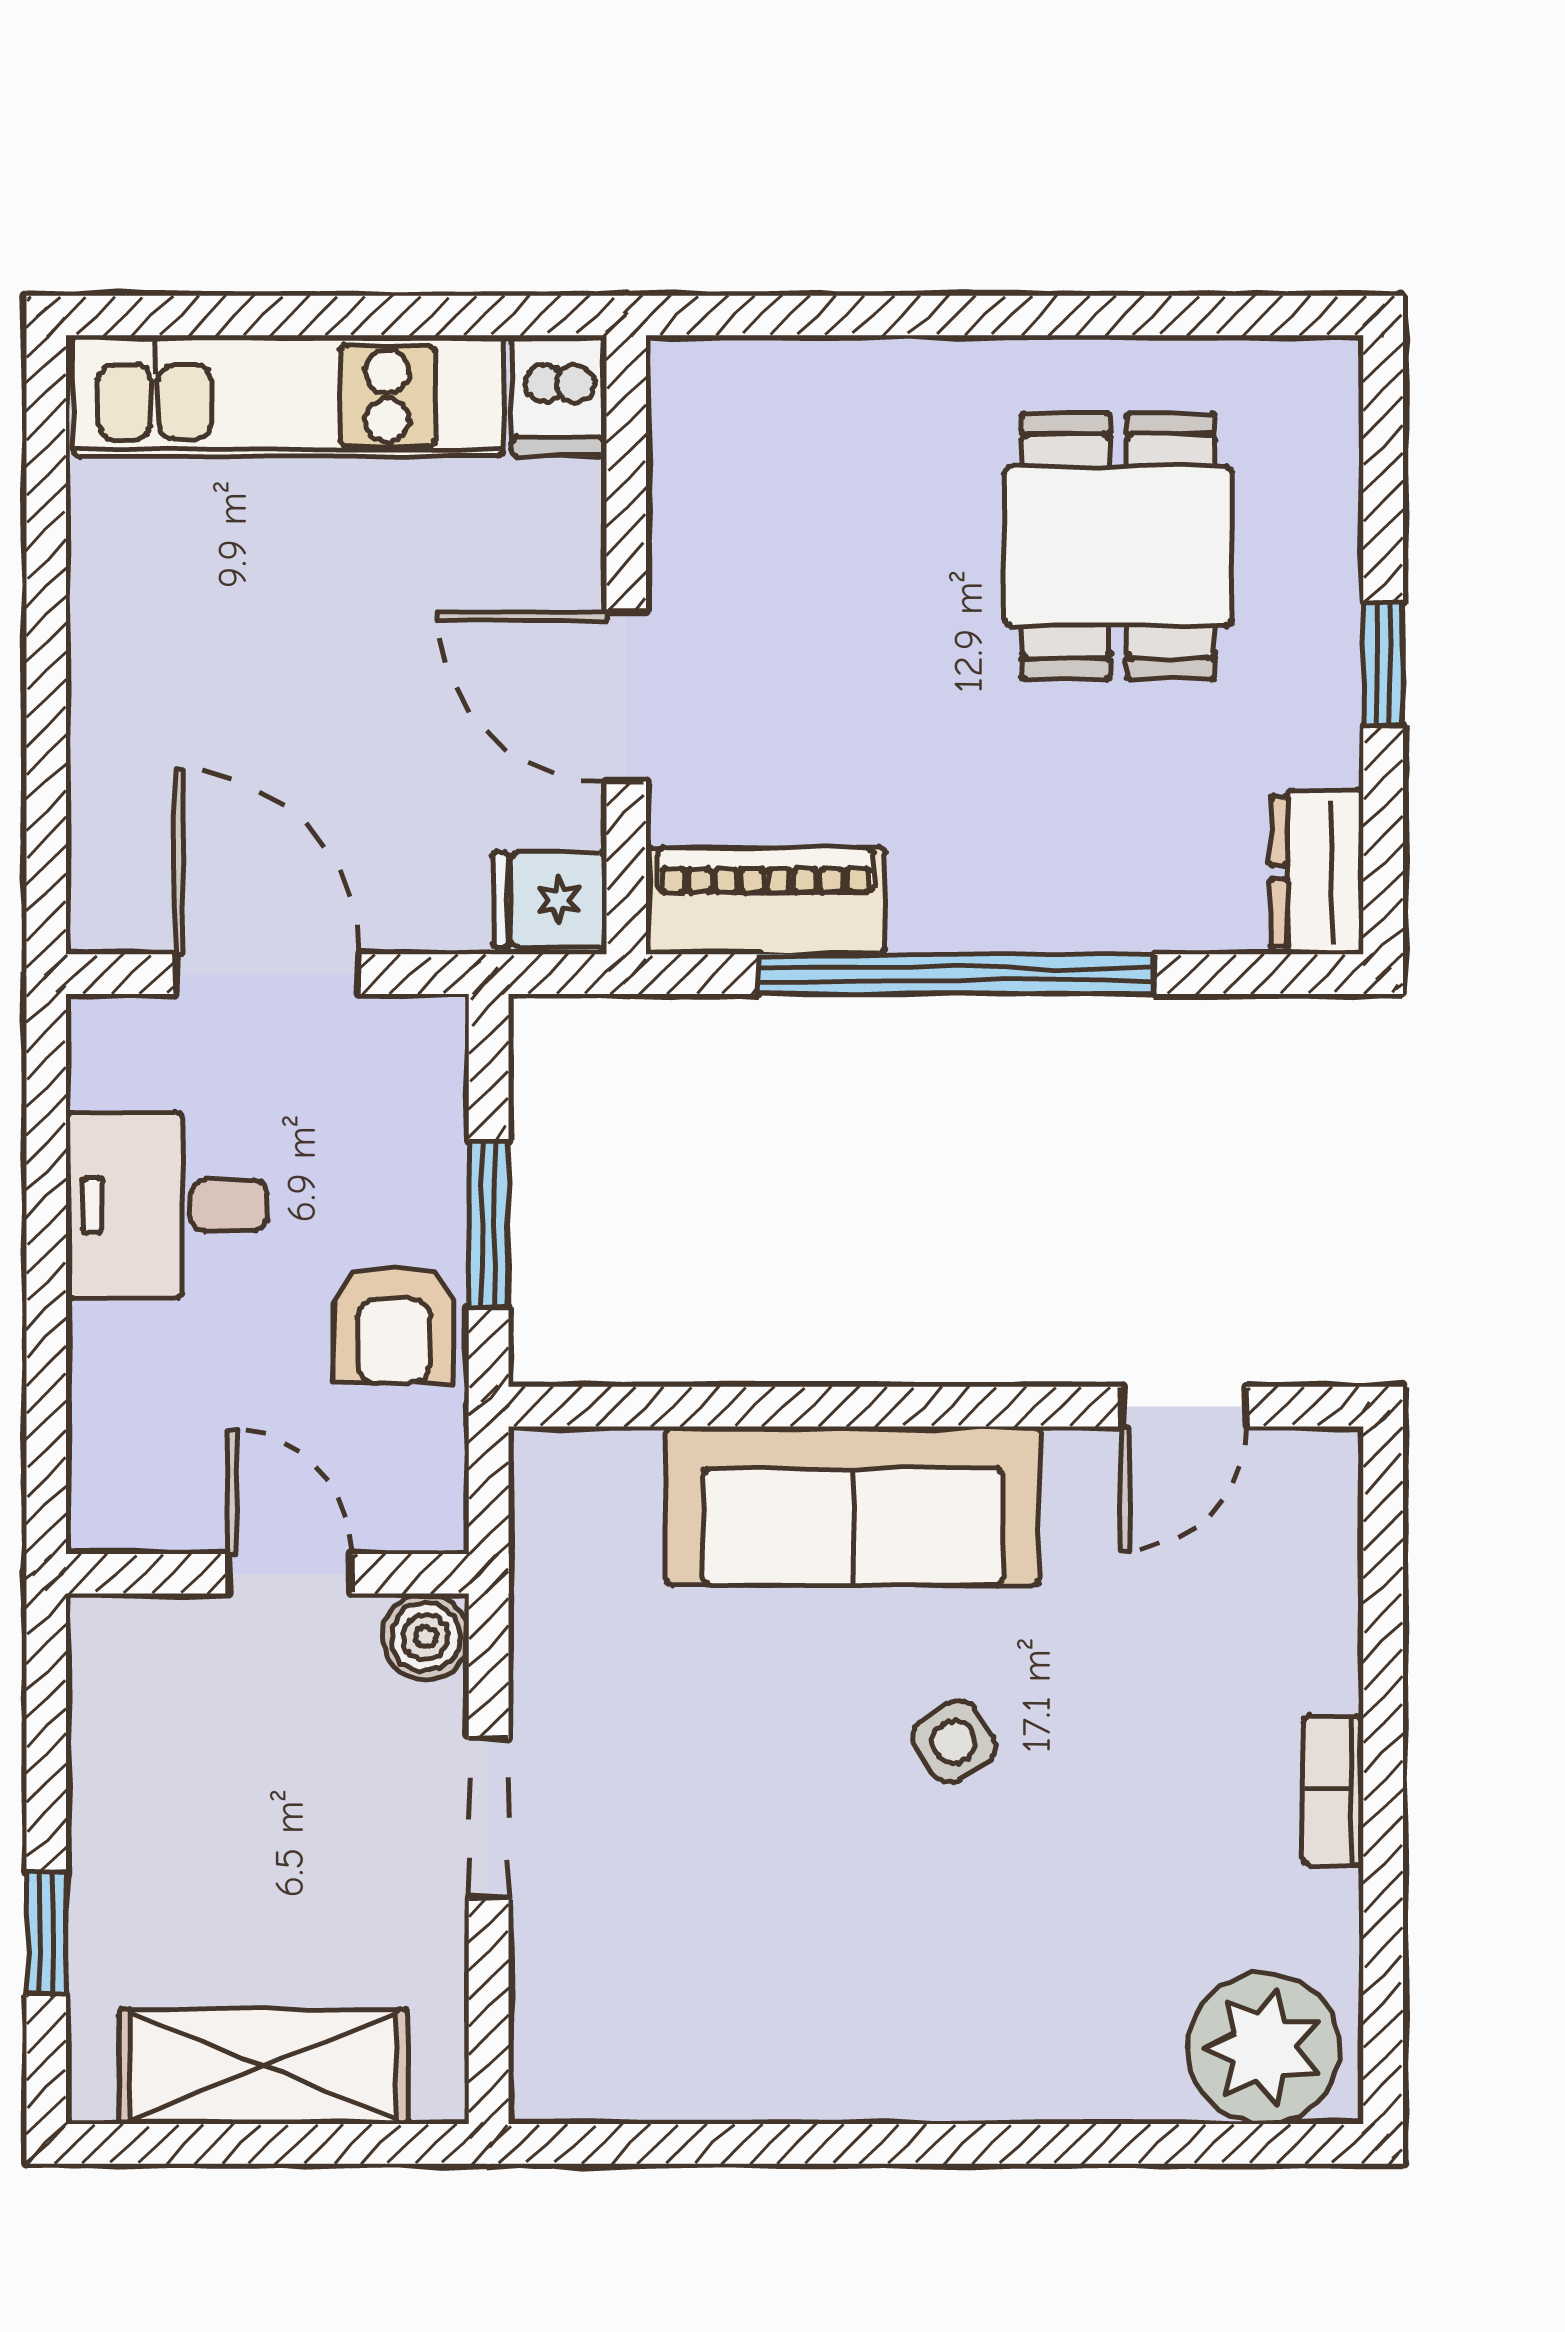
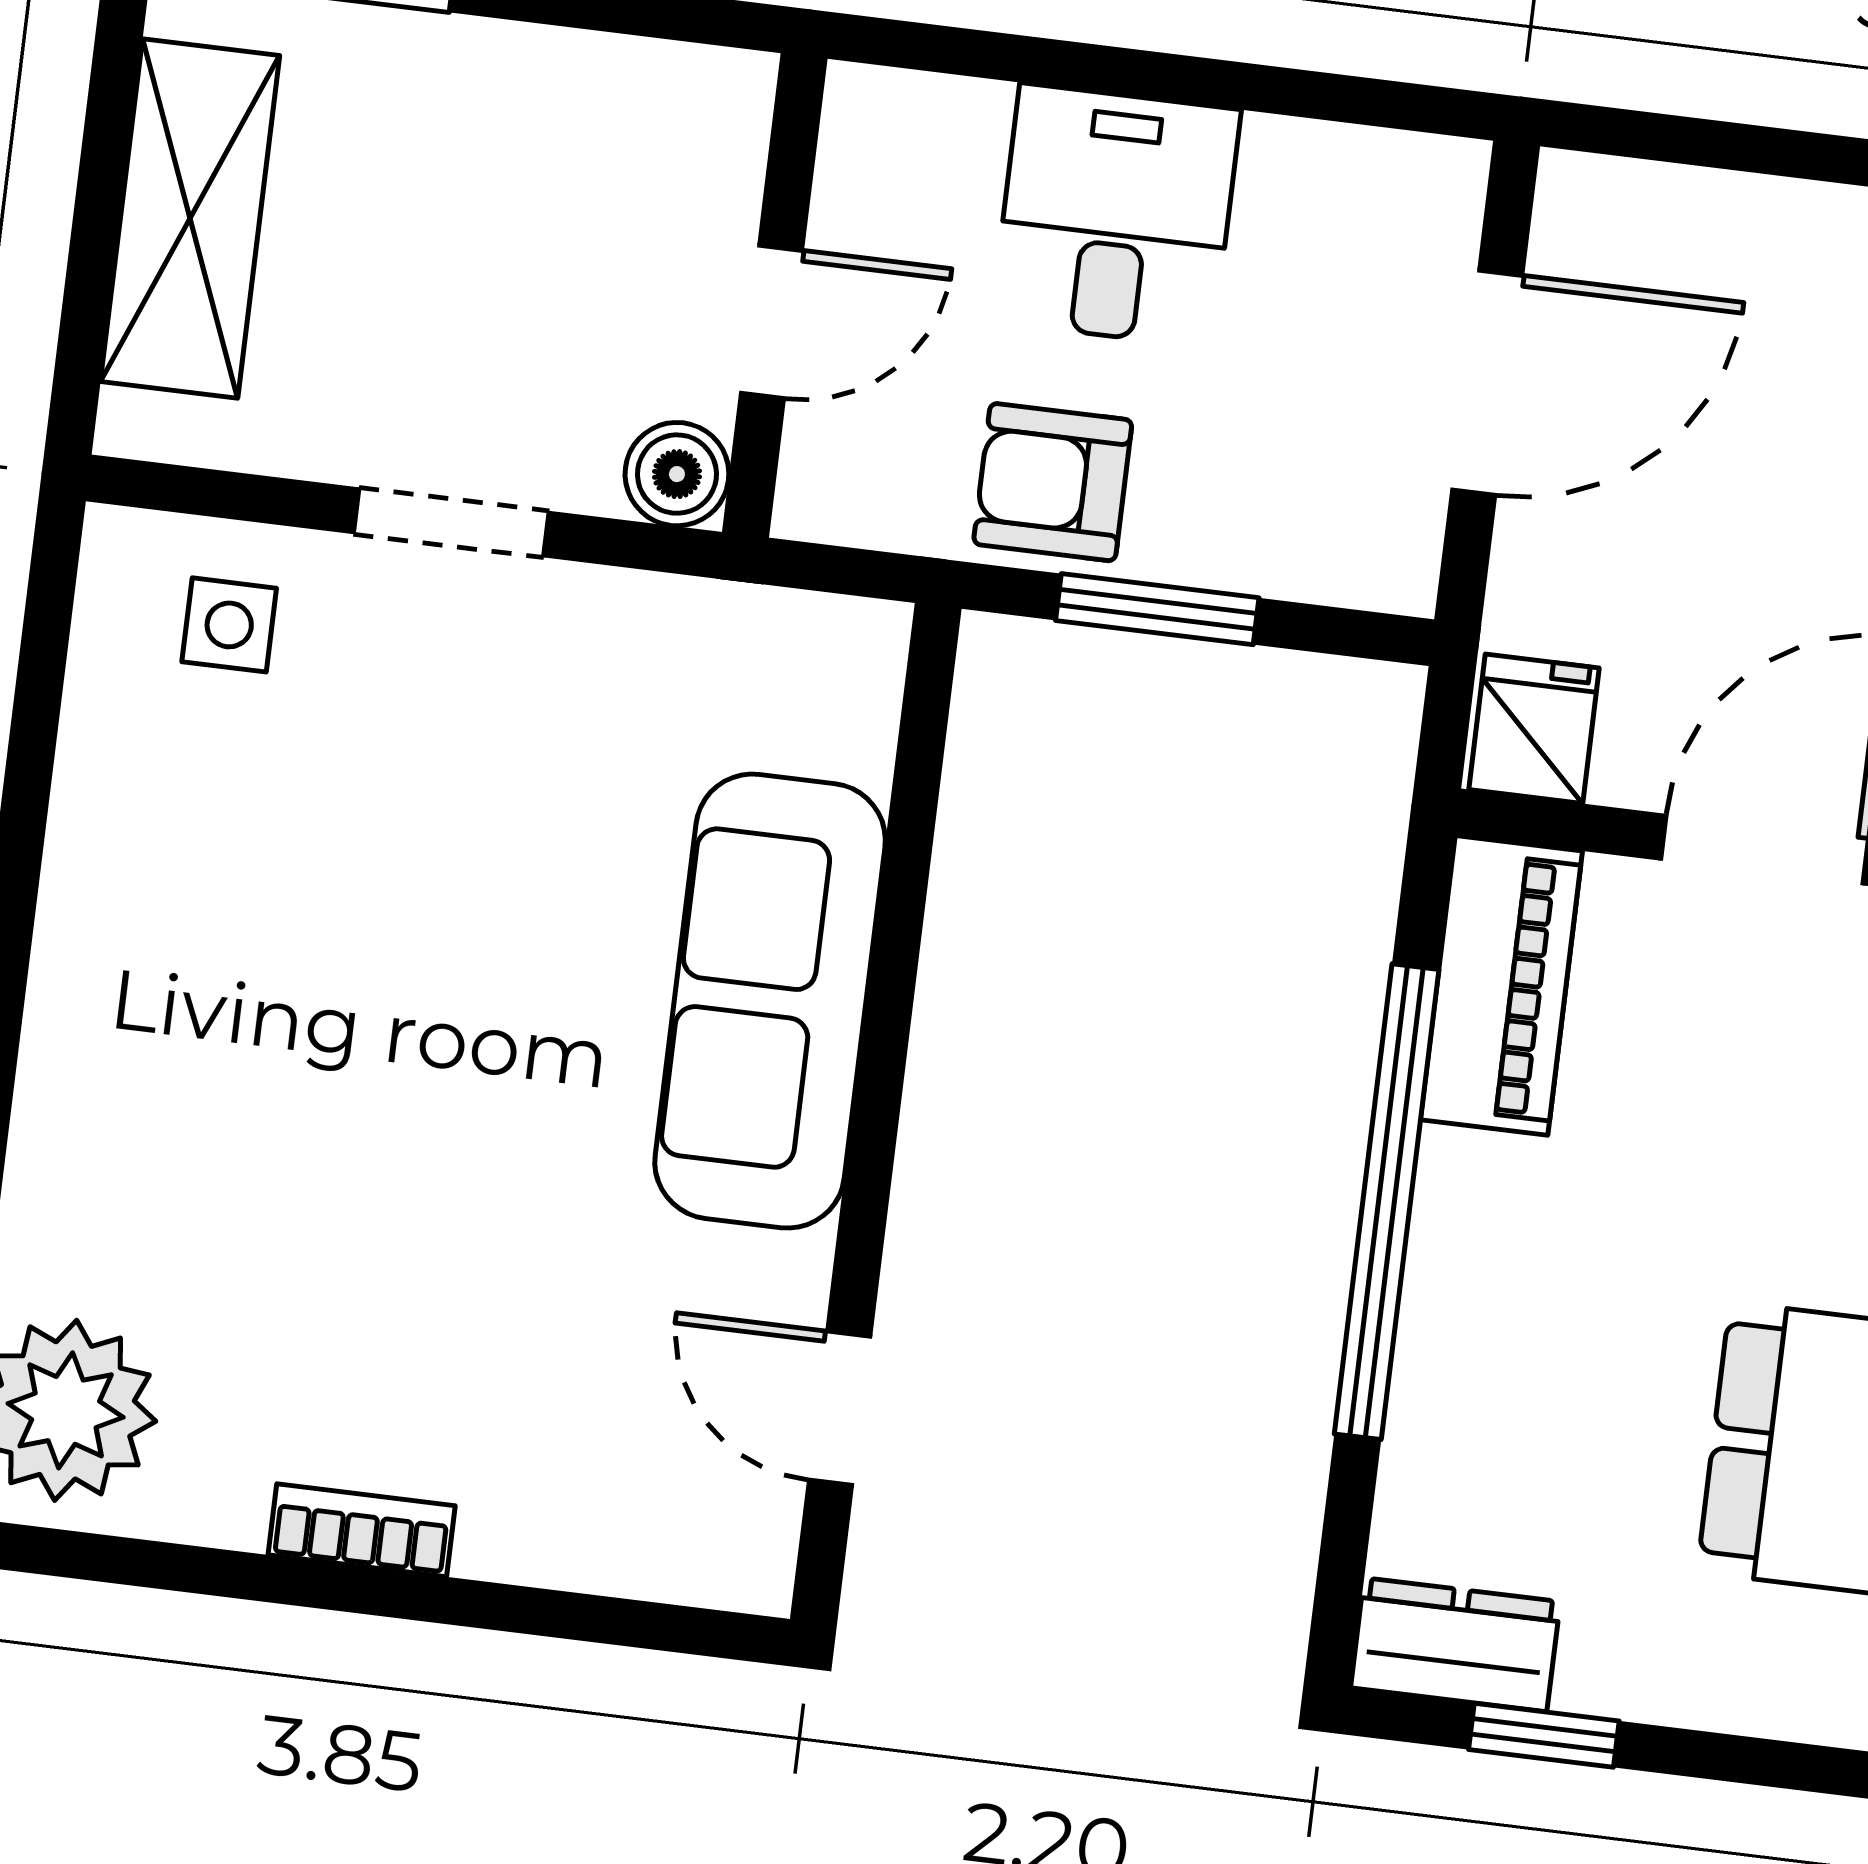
window: (1383, 664) -> (1544, 1735), moved
desk: (167, 1205) -> (1116, 216), moved
side table: (954, 1742) -> (229, 625), moved, turned 33

